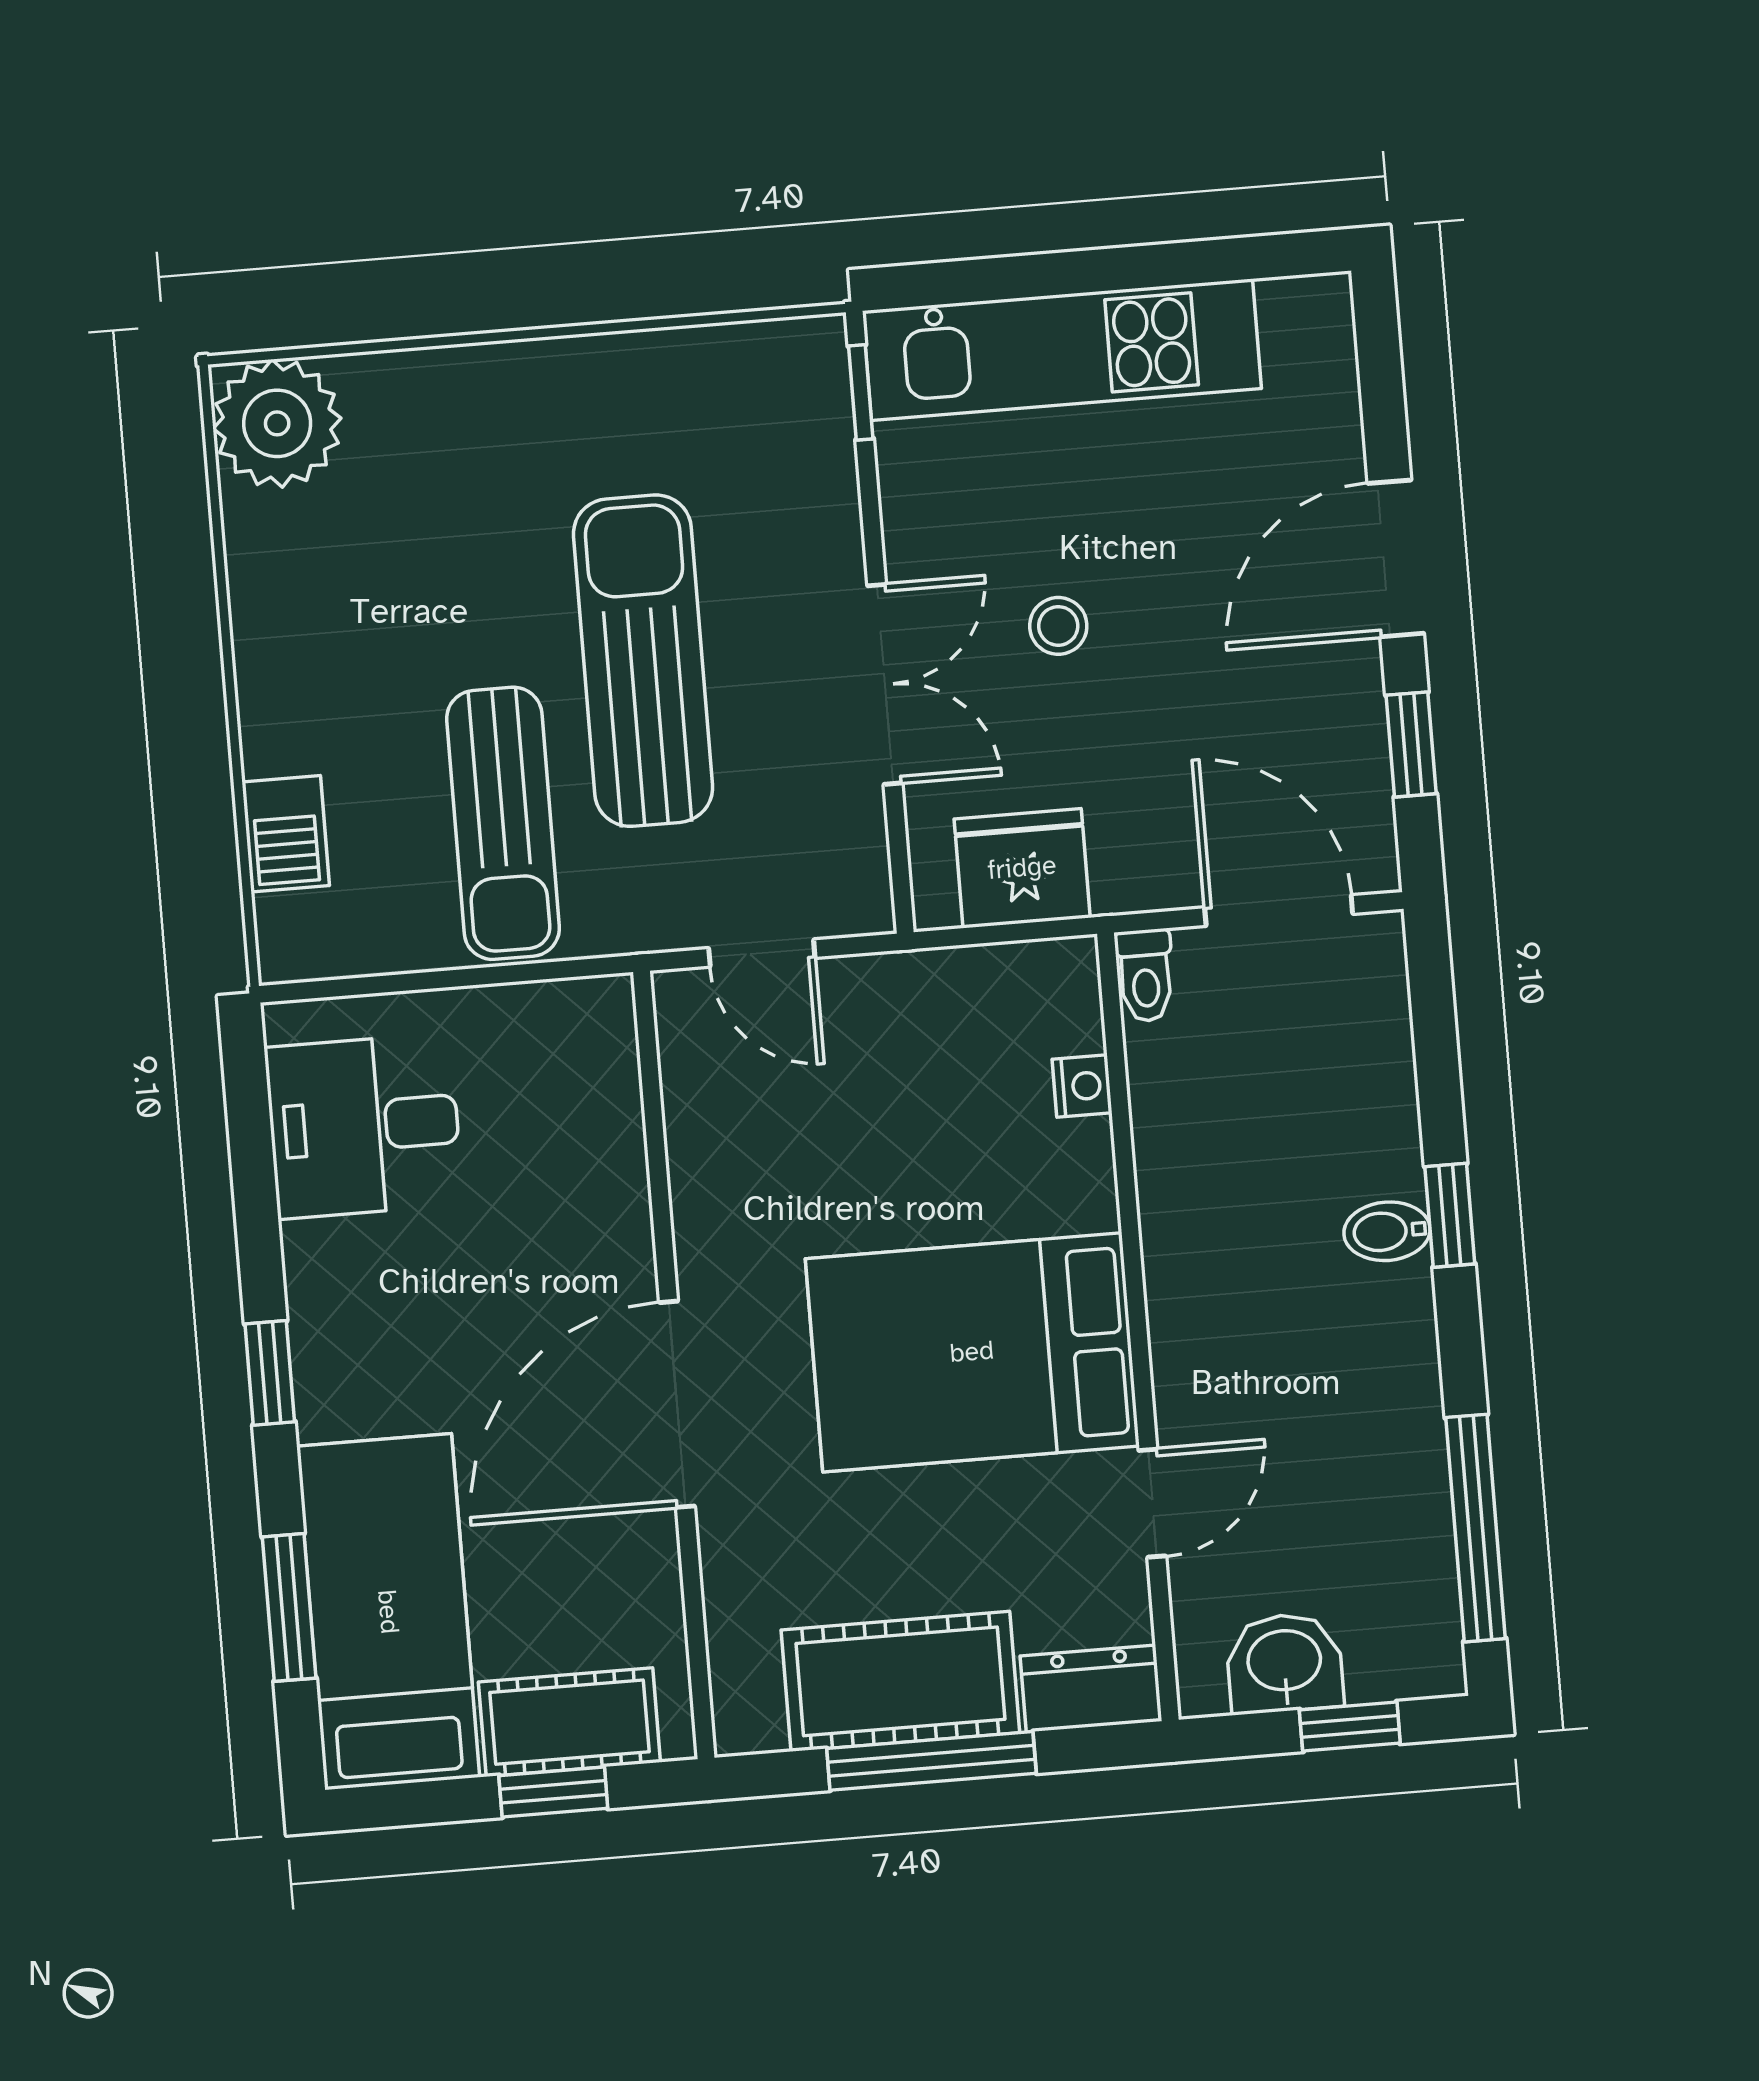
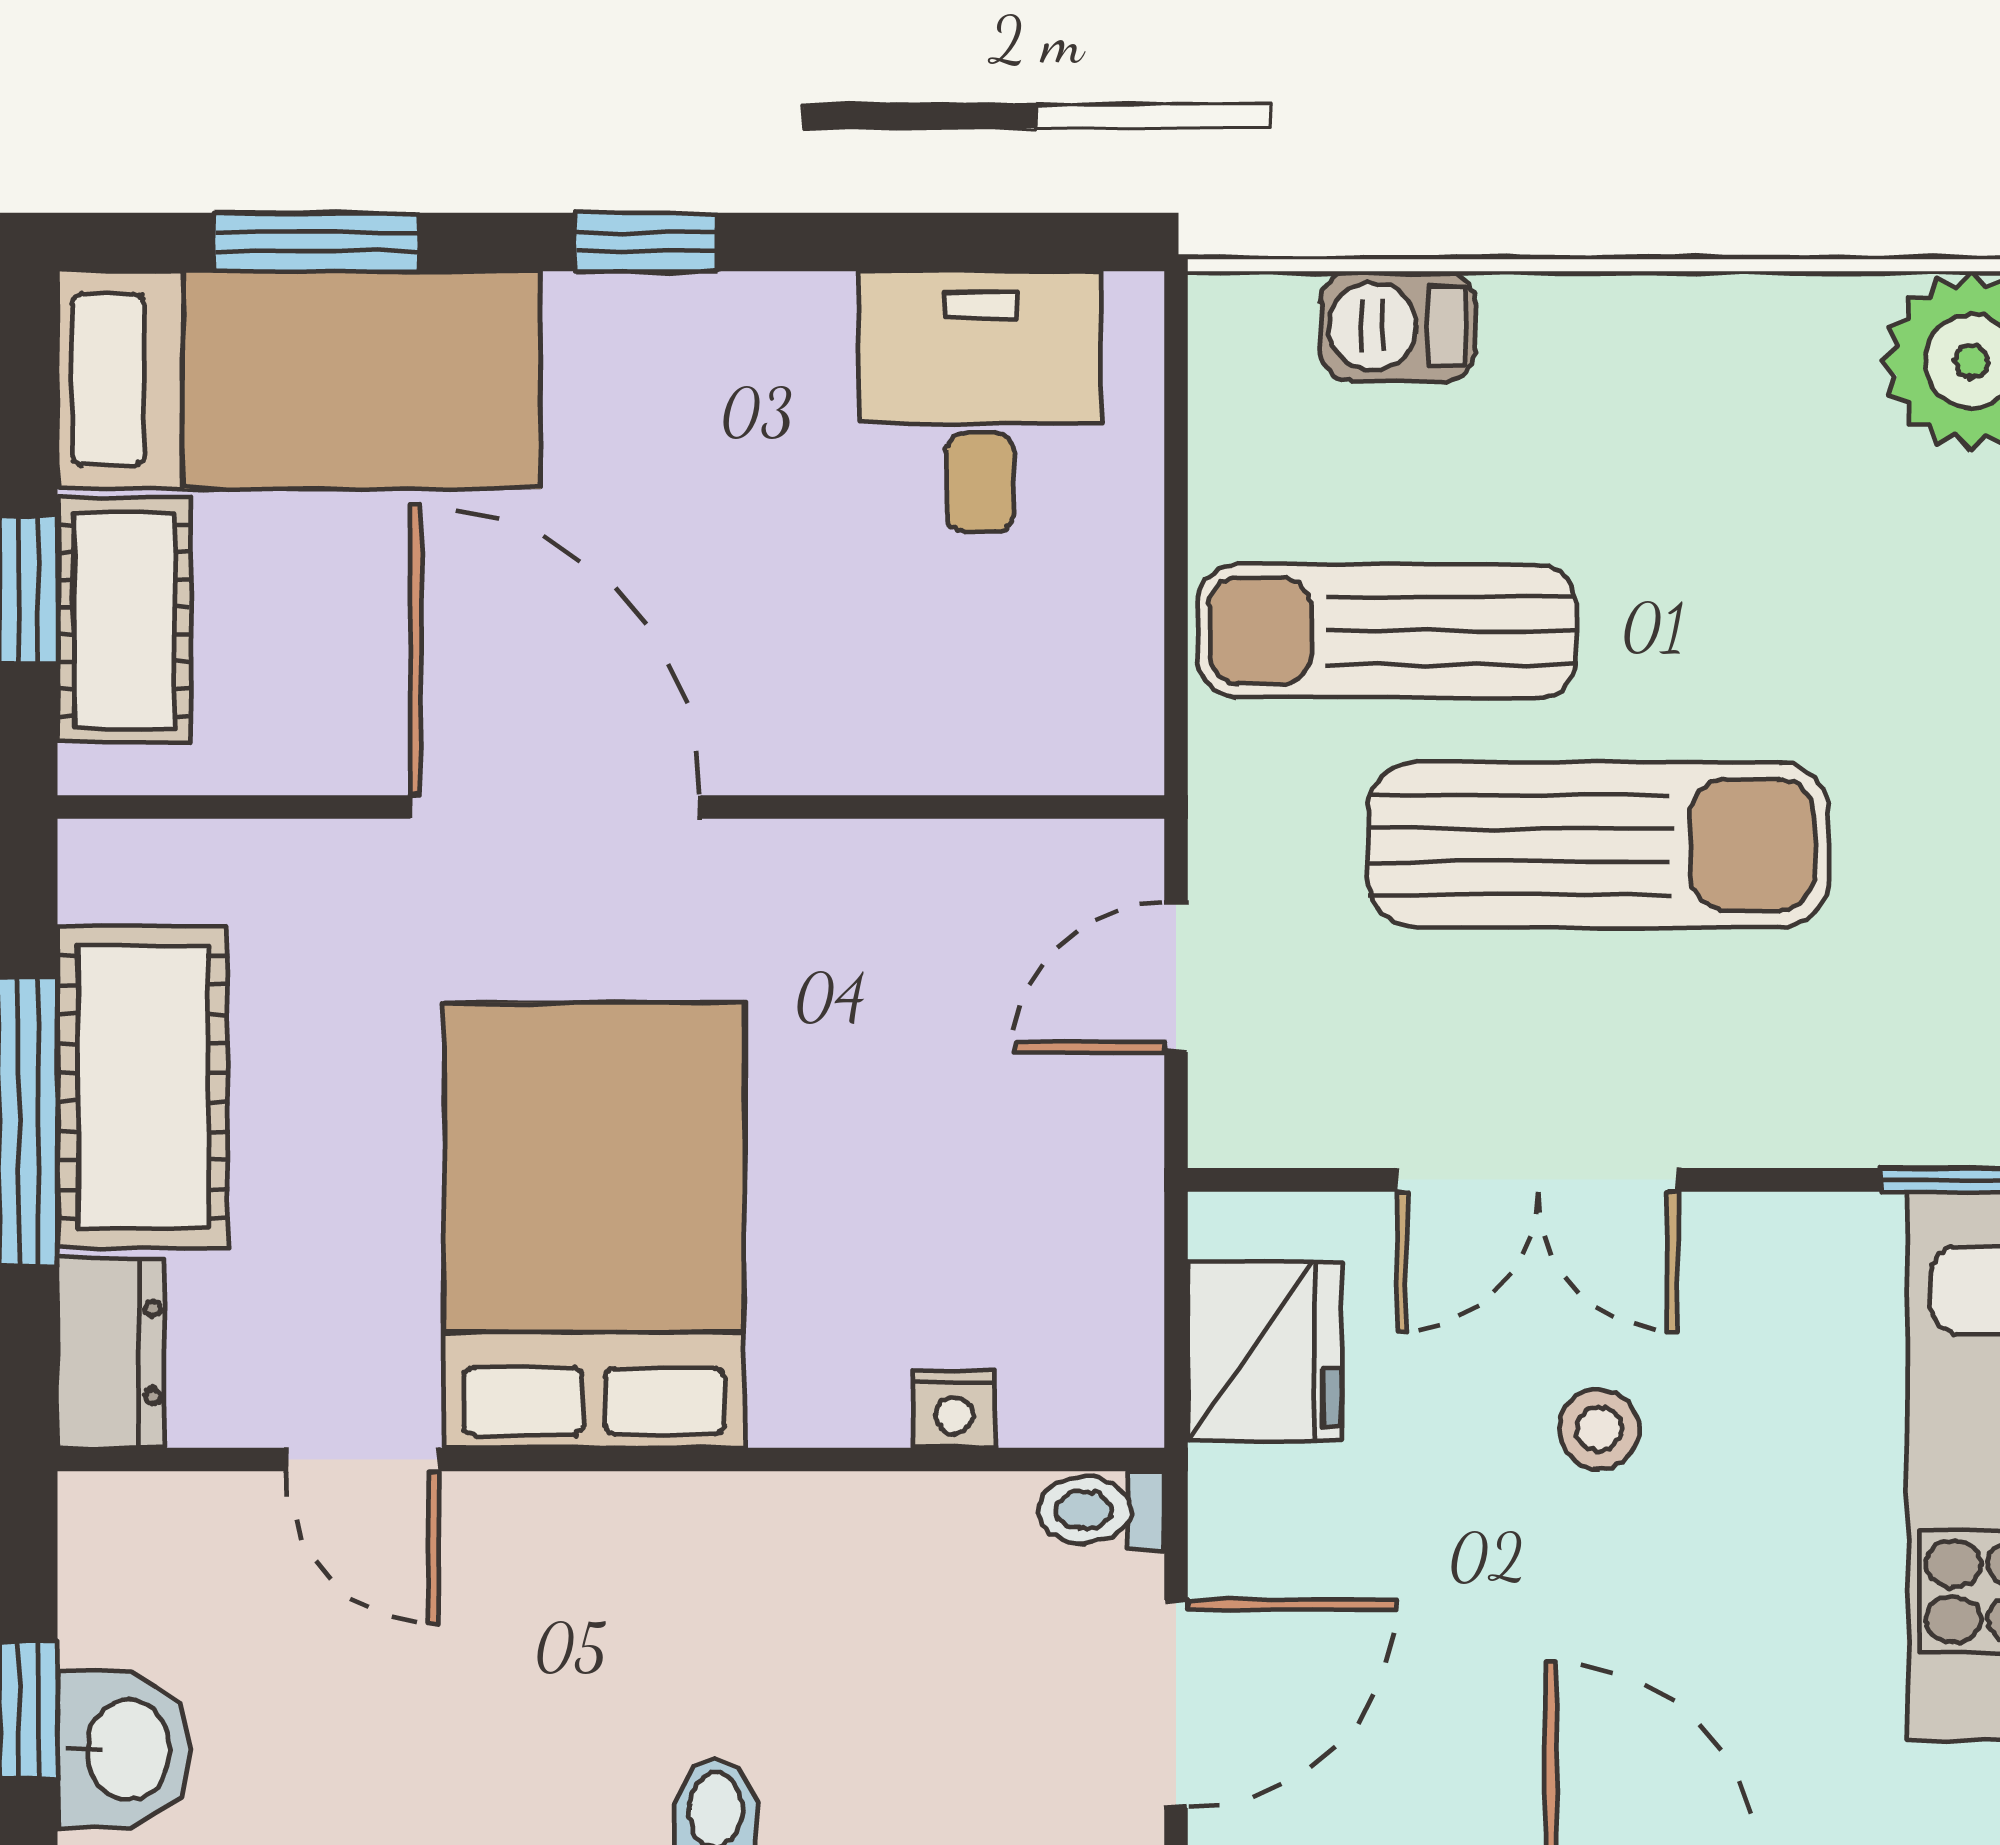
washbasin: (1284, 1663) -> (124, 1749), moved

